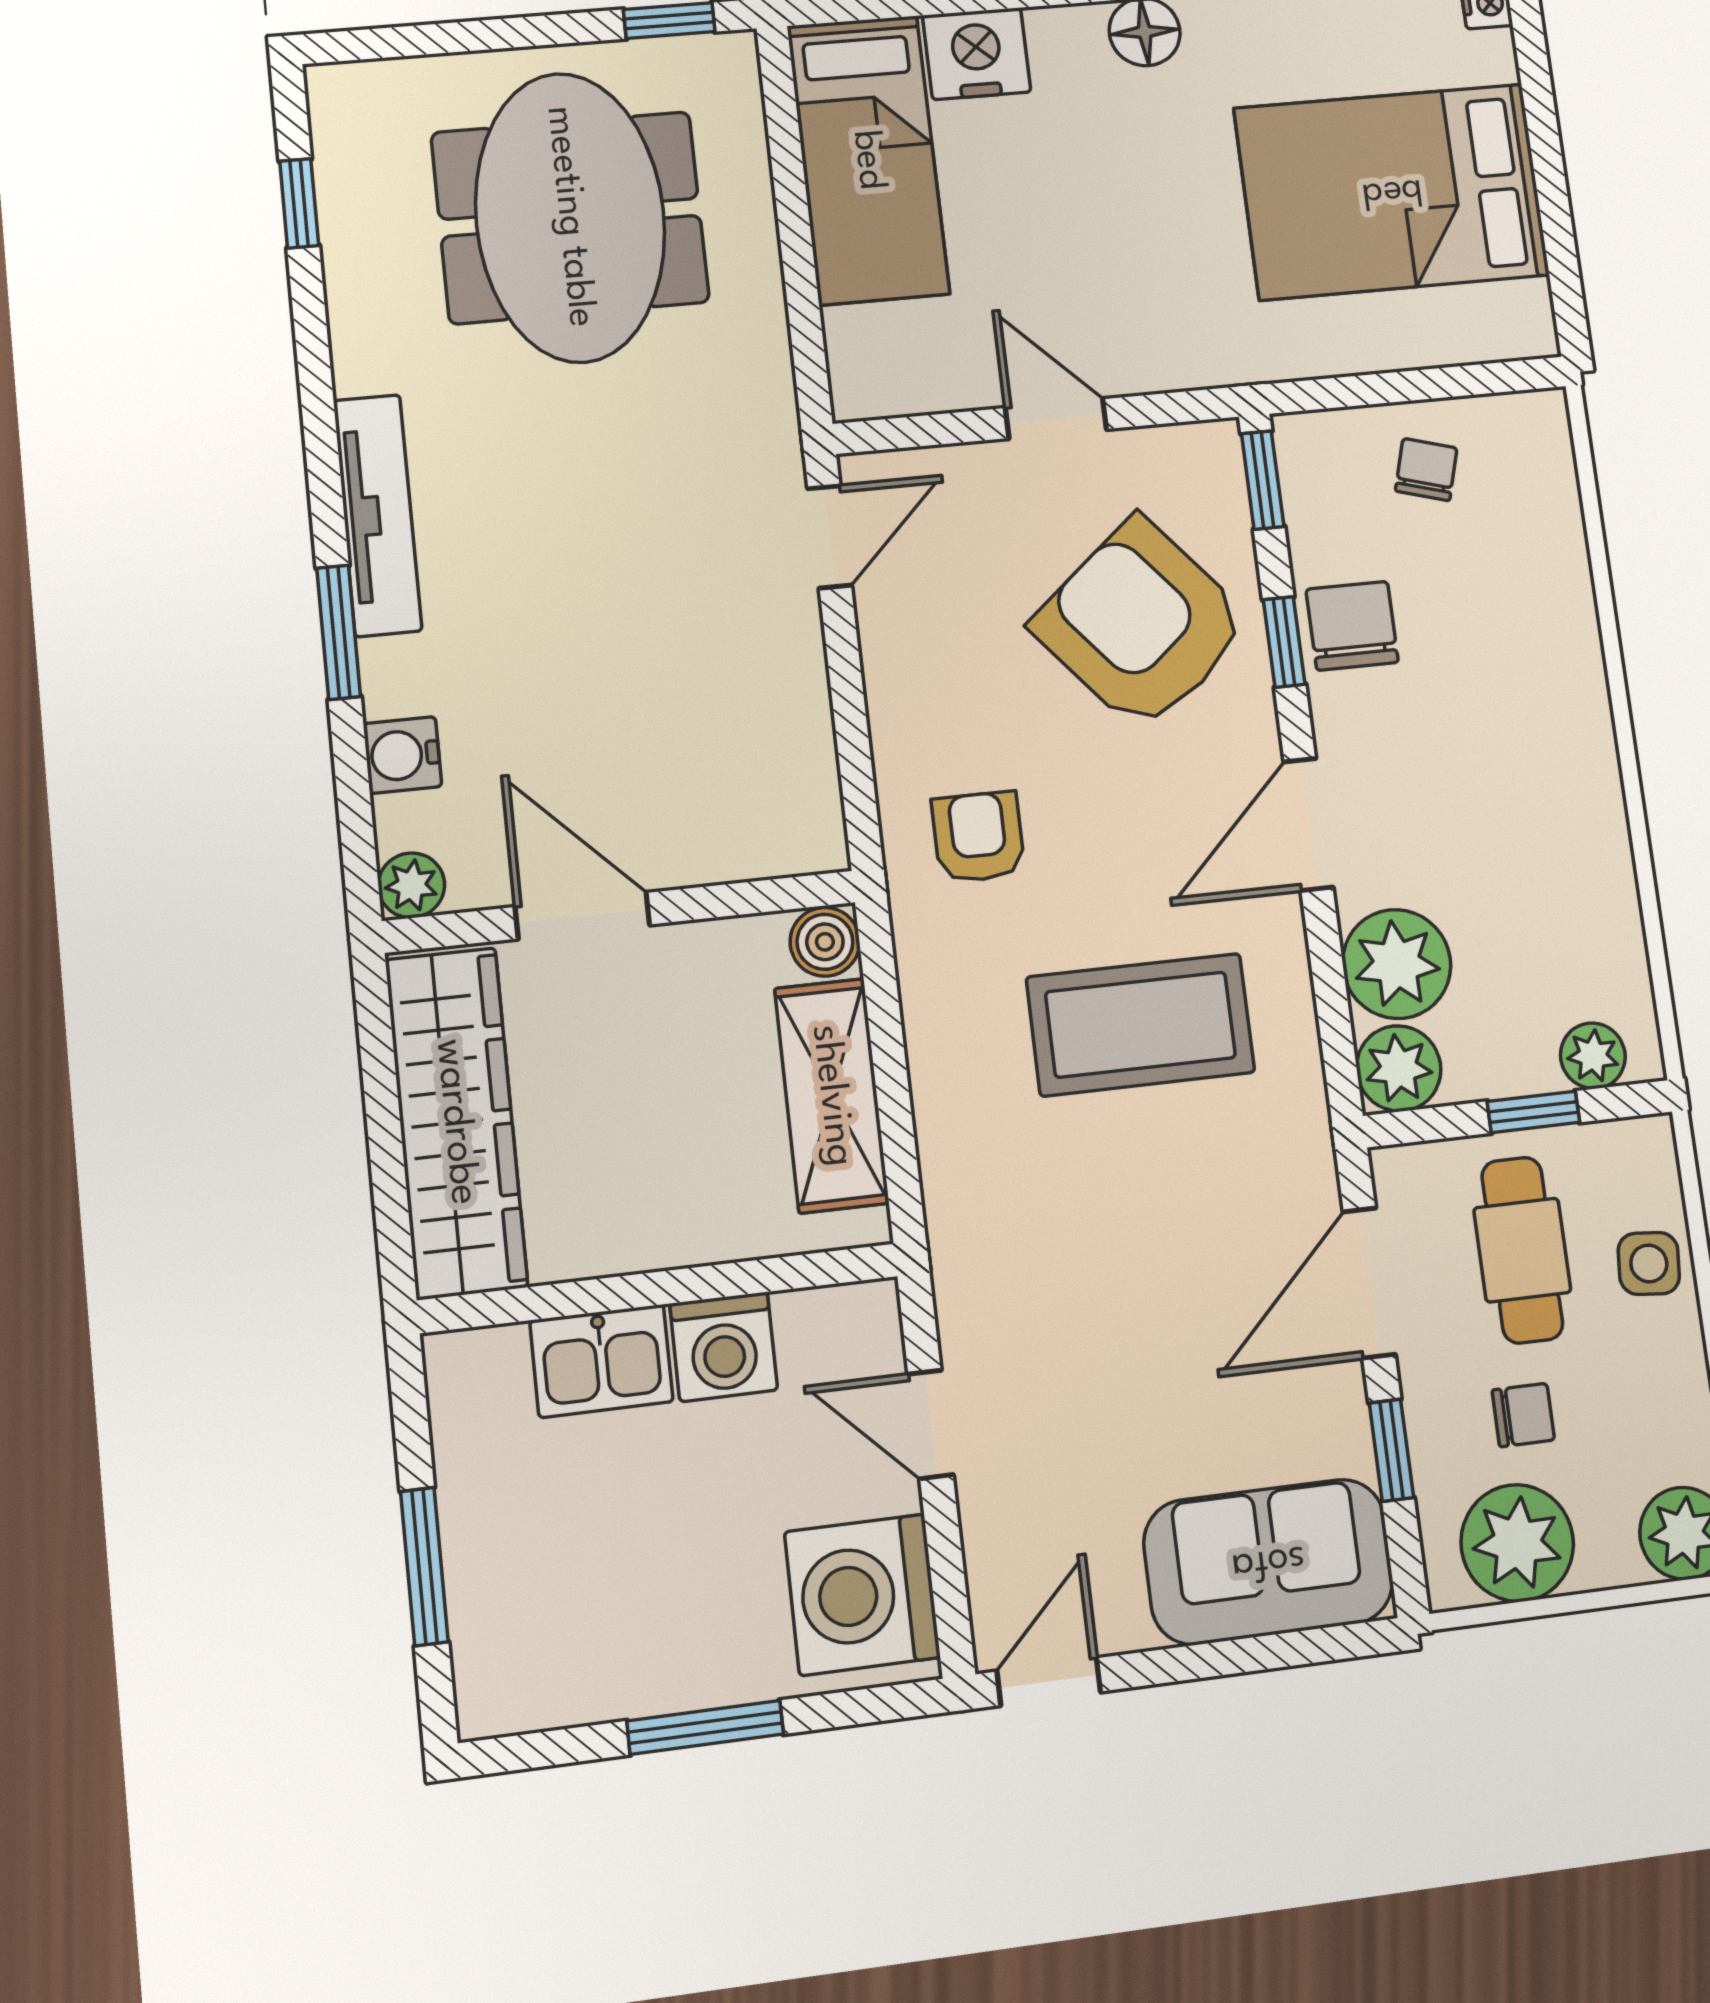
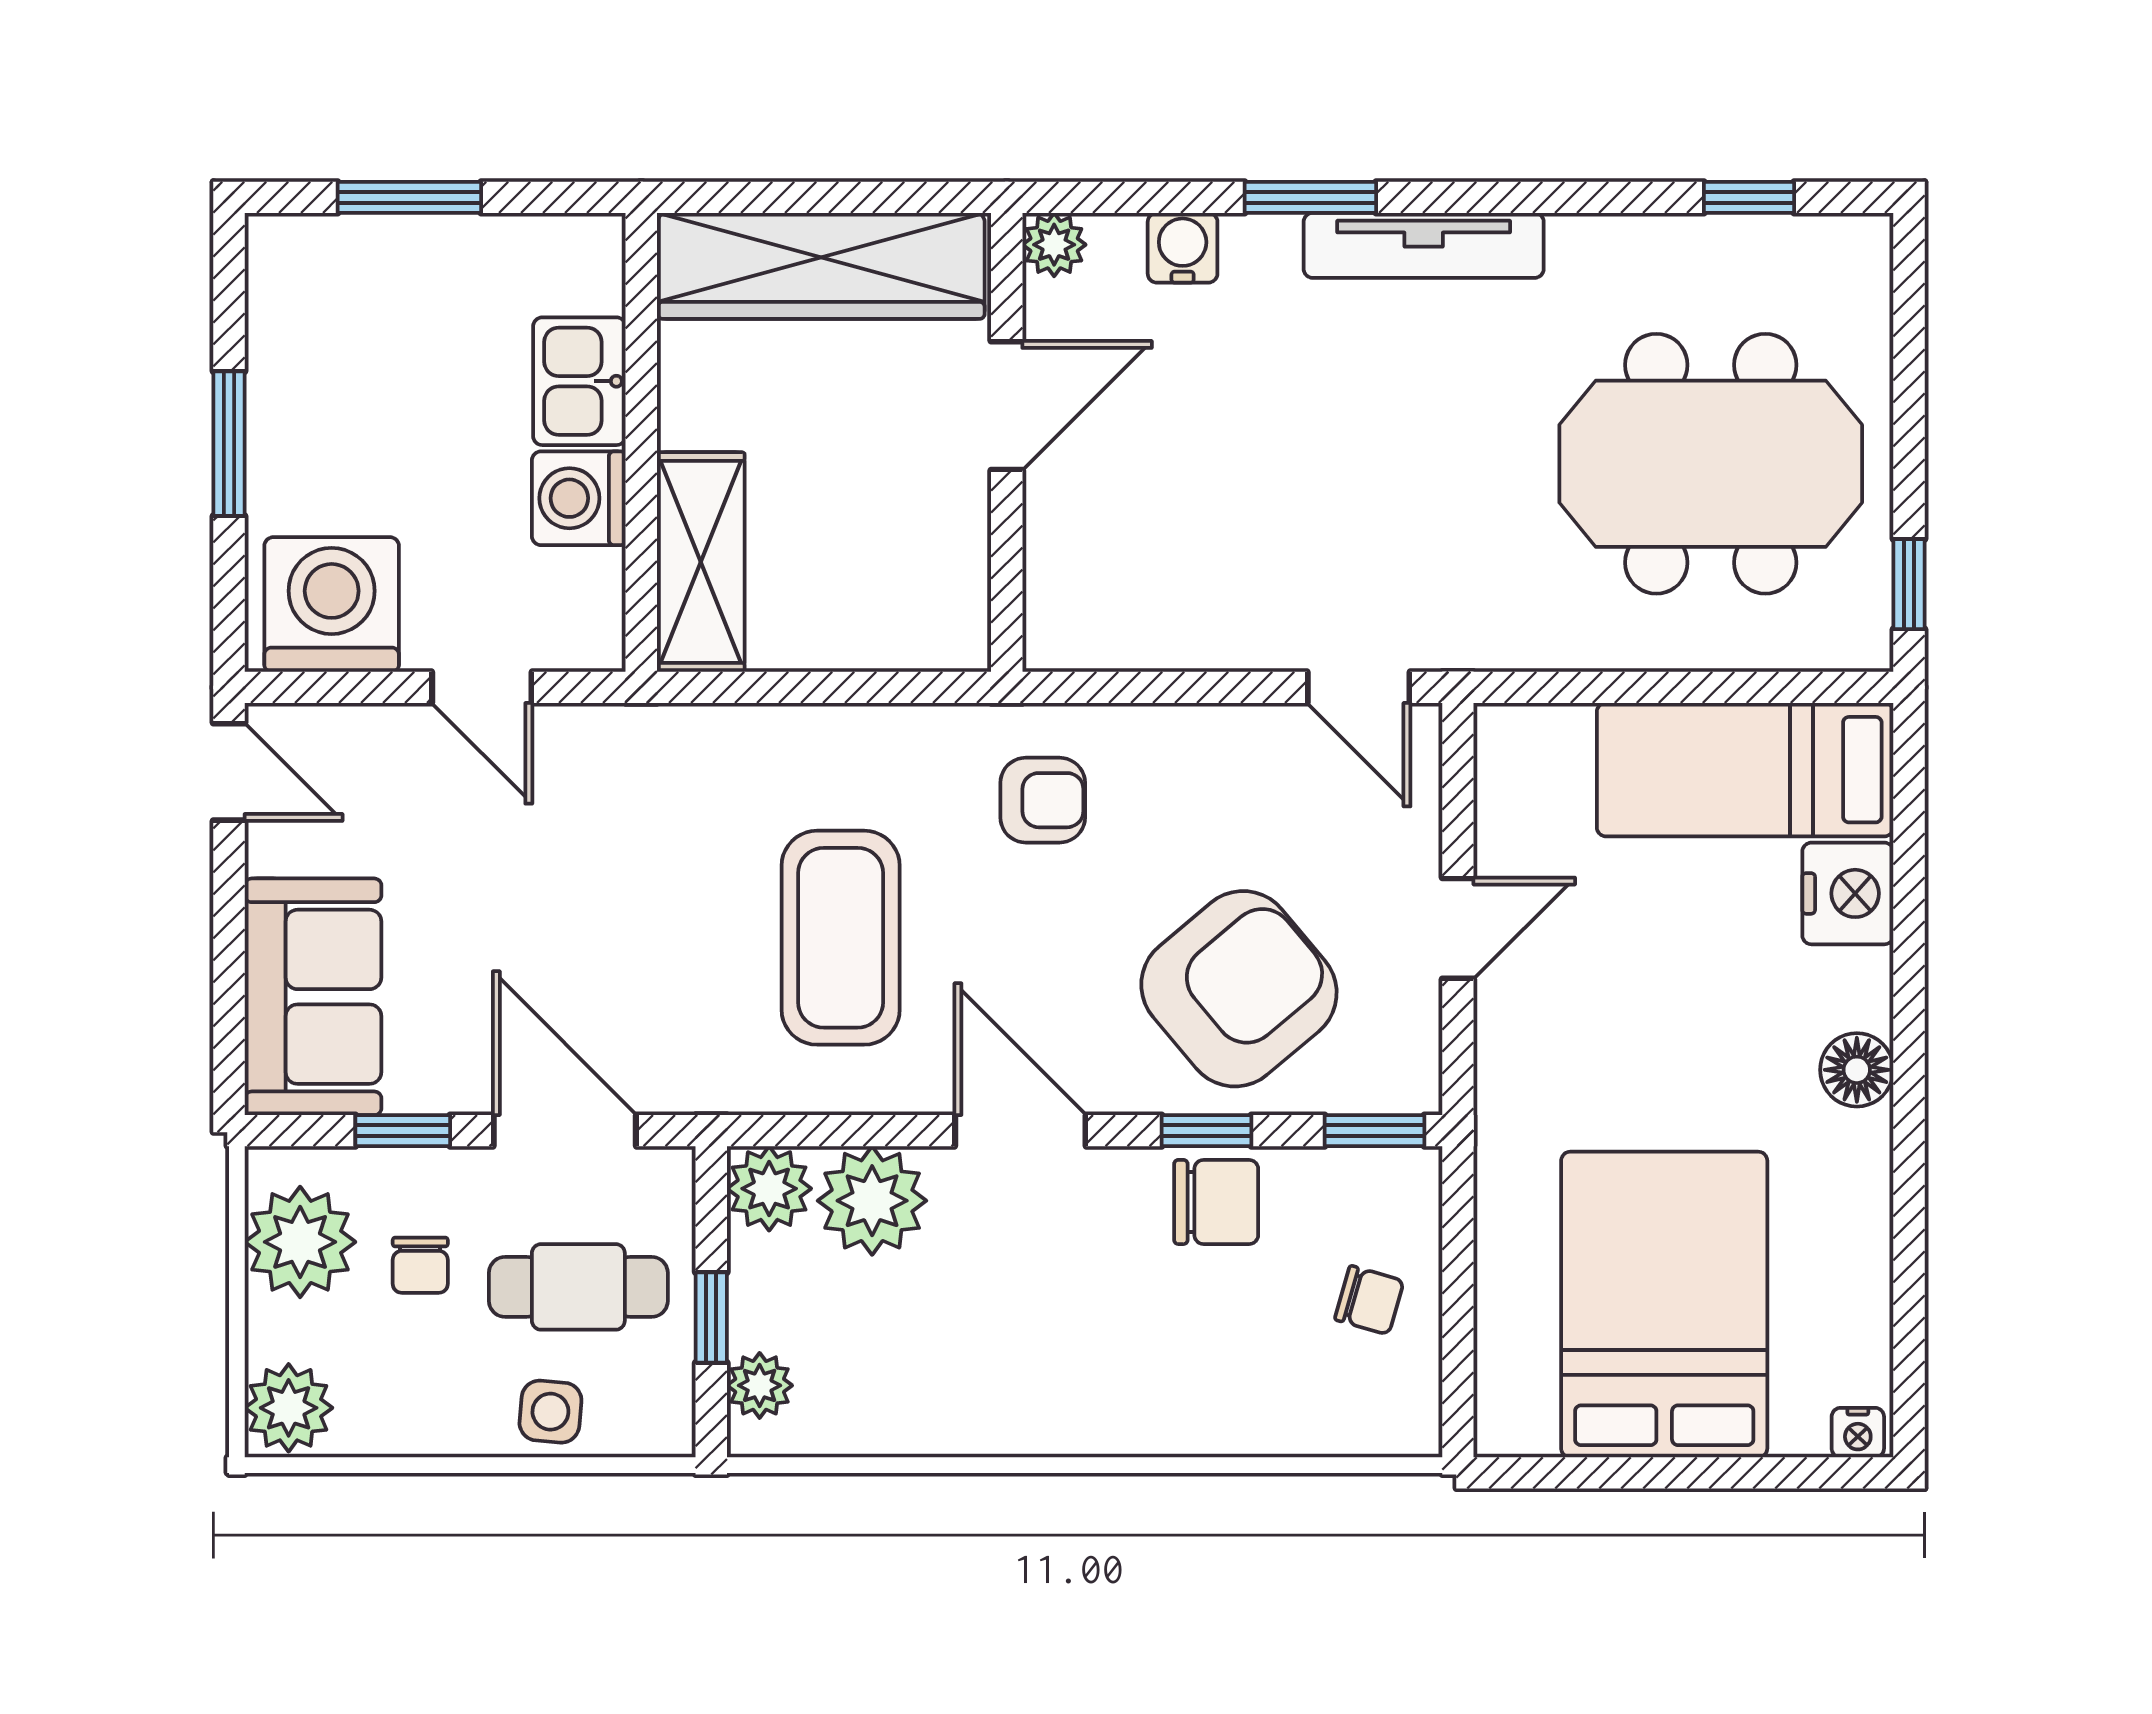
boiler: (825, 942) -> (956, 638), removed
shelving: (832, 1096) -> (701, 562), moved, turned 90
door: (930, 1424) -> (482, 687), swing flipped

